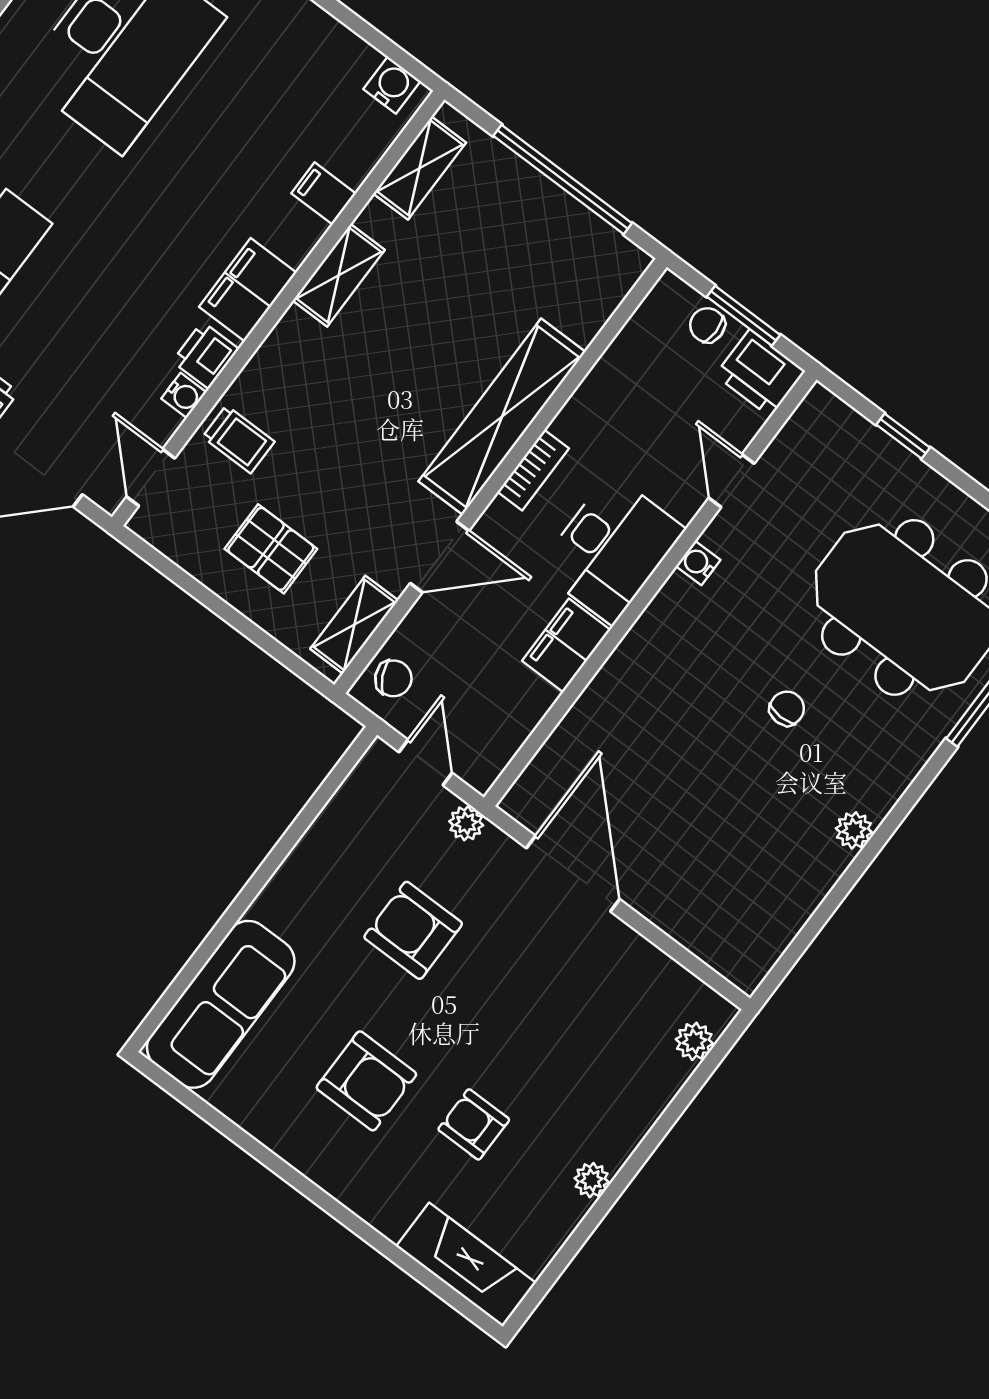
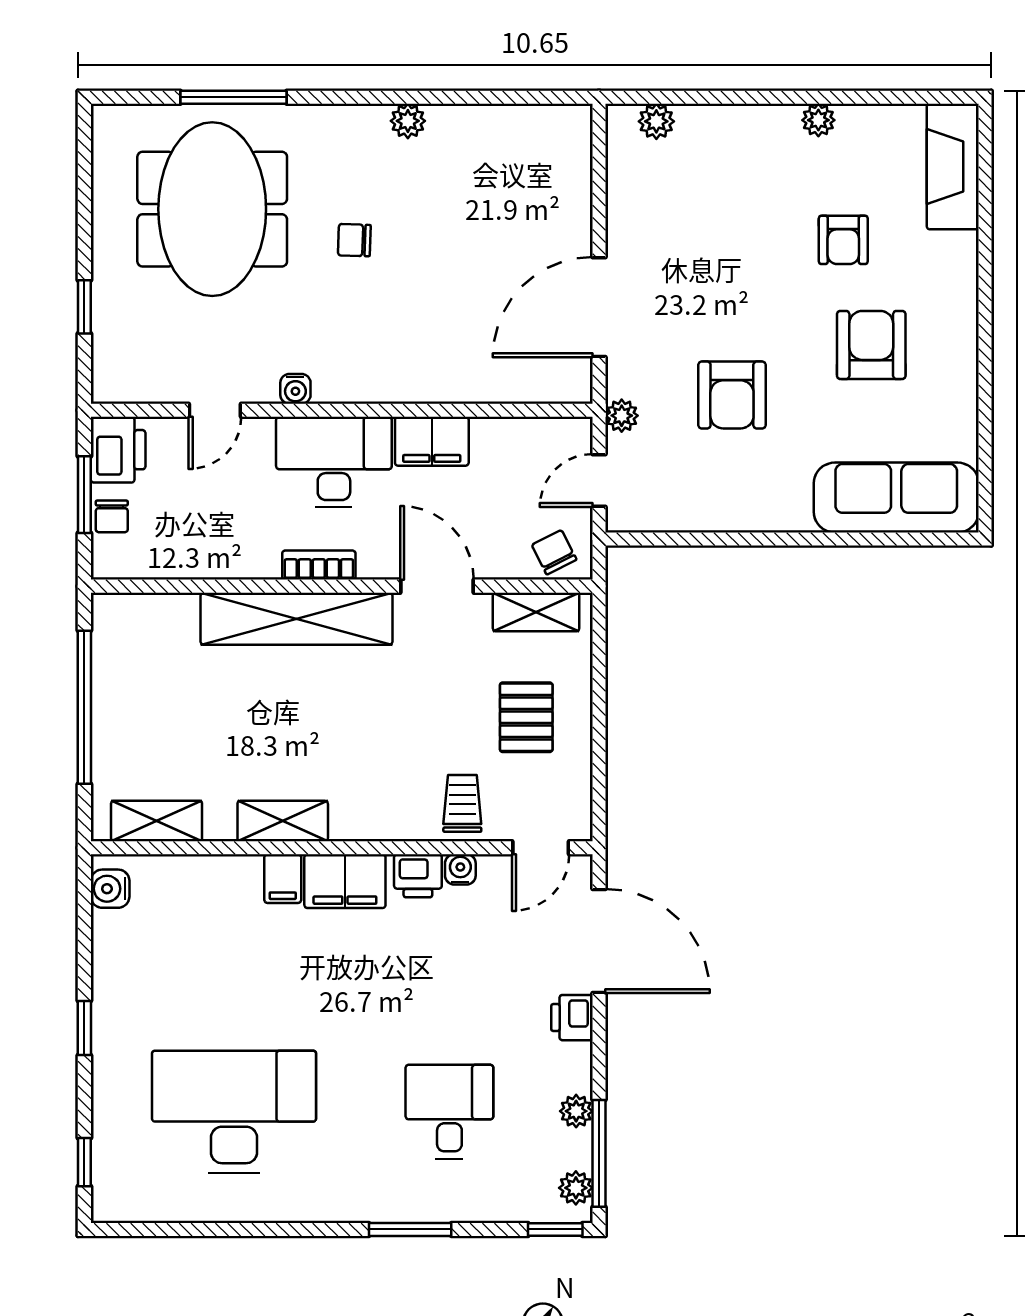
filing cabinet: (324, 193) -> (283, 879), moved

